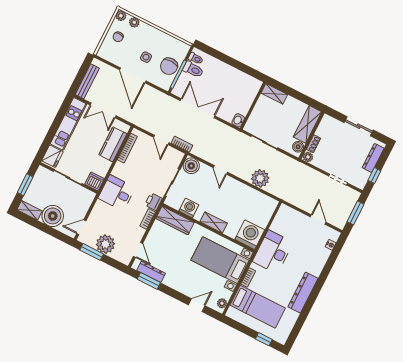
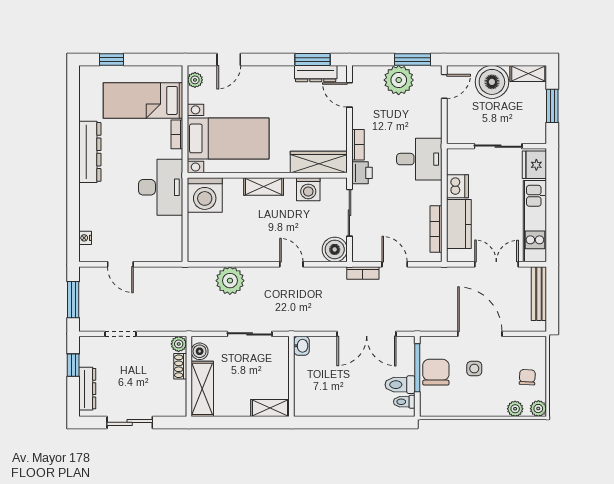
dishwasher: (94, 181) -> (457, 186), moved, turned -90

